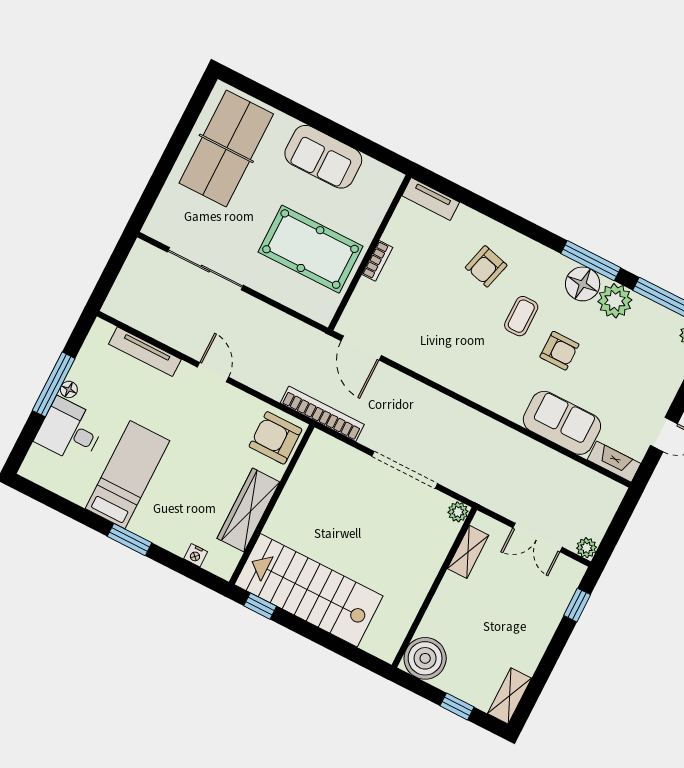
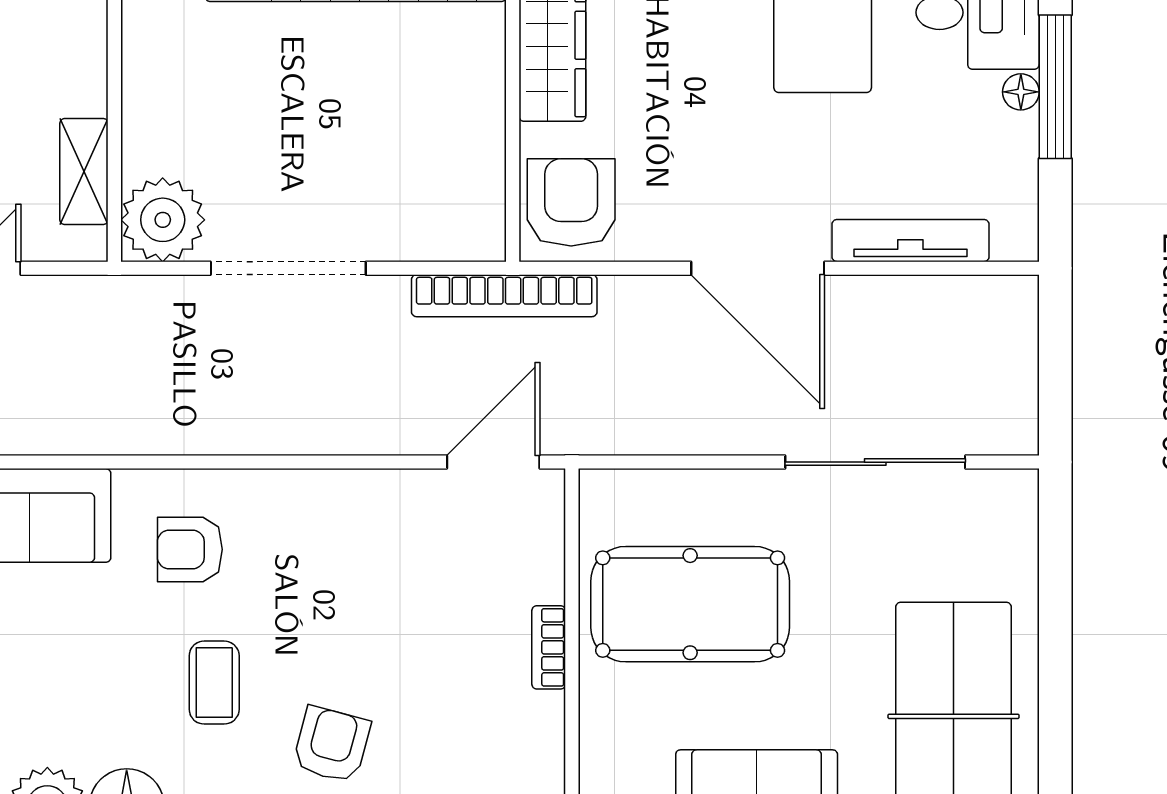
door: (361, 348) -> (493, 462), hinge flipped
armchair: (559, 351) -> (190, 549), moved
door: (213, 372) -> (758, 268), width x1.87
armchair: (275, 438) -> (571, 202), turned -90
plant: (458, 512) -> (163, 220), width x1.88, depth x1.88

